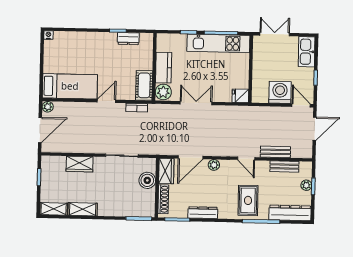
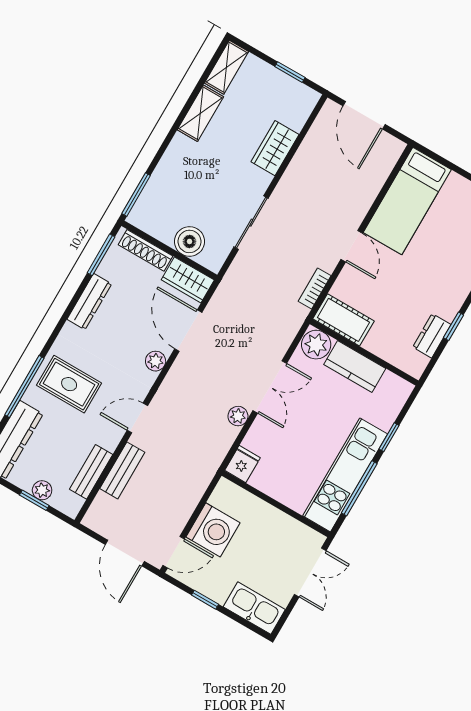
plant: (48, 107) -> (238, 416), moved

